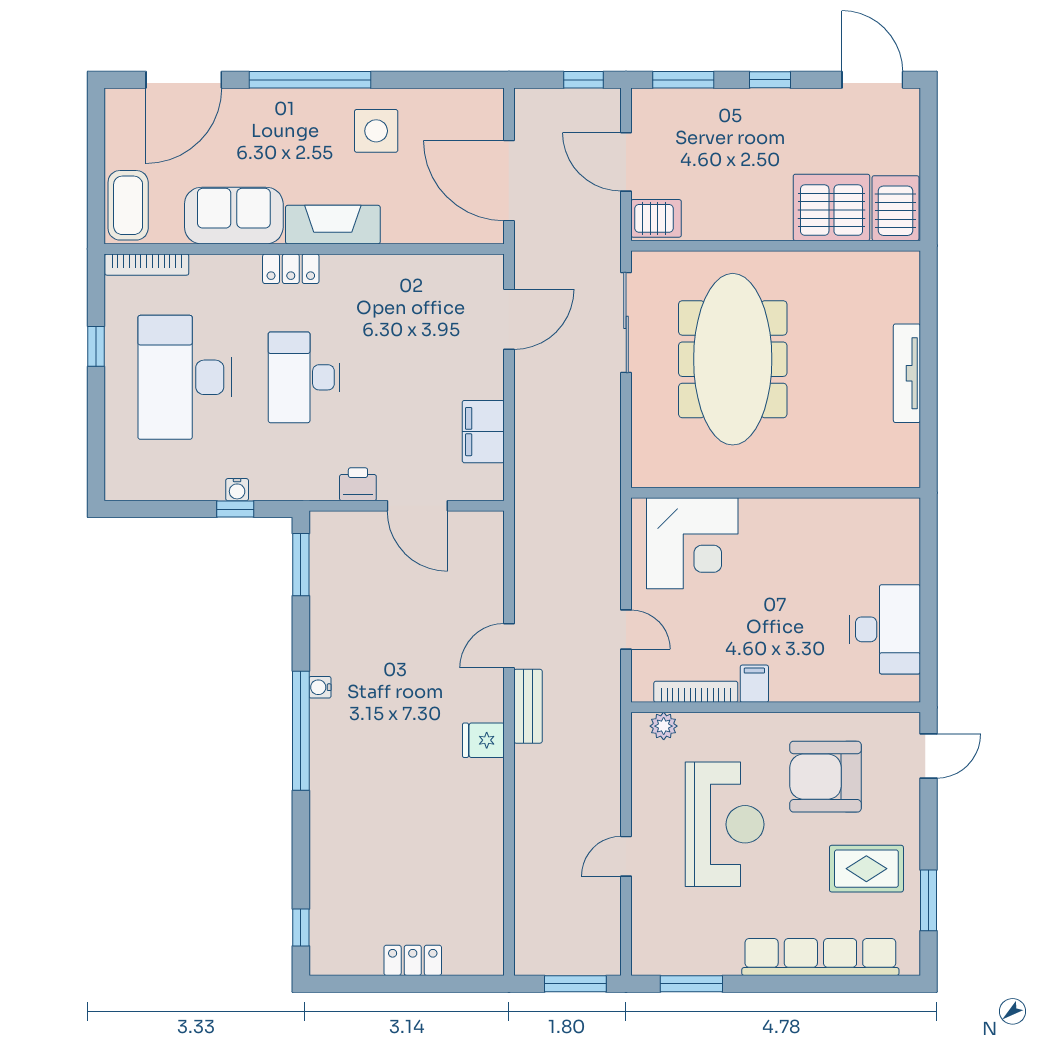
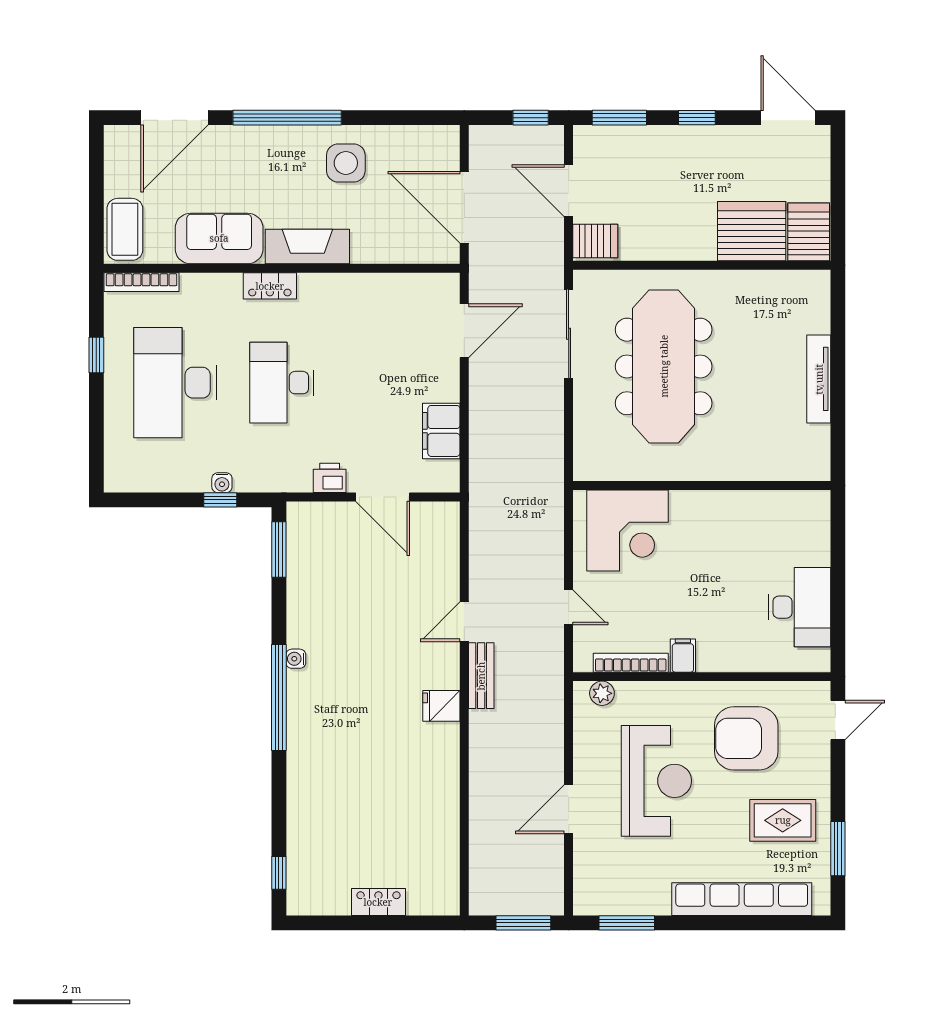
door: (626, 856) -> (569, 809), width x1.38

